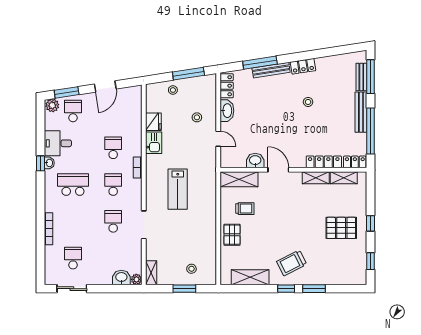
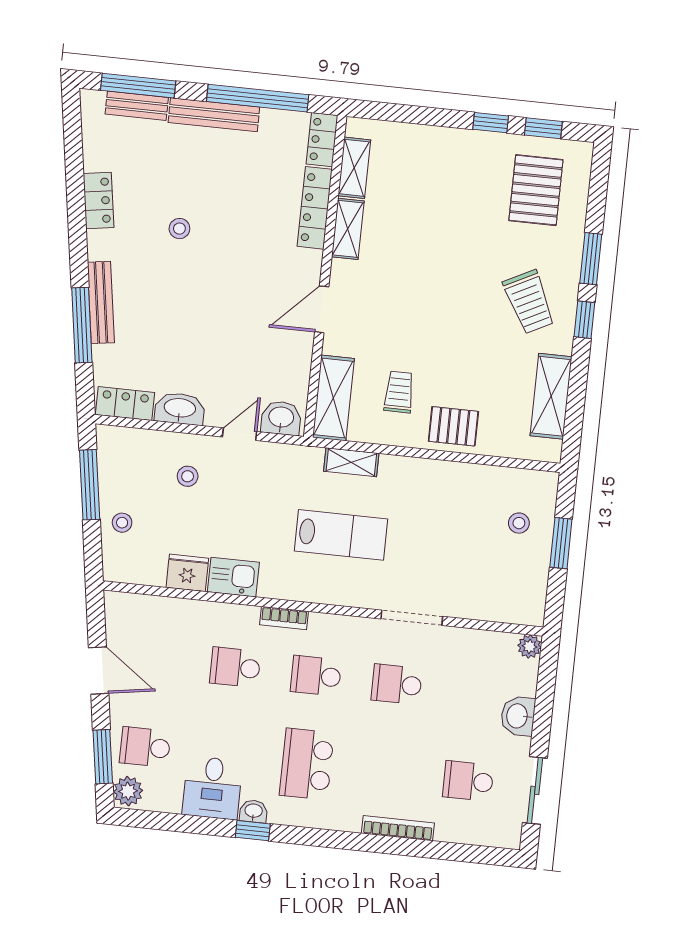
locker: (303, 66) -> (98, 200), moved
washbasin: (255, 161) -> (281, 418), moved, turned 90
window: (370, 223) -> (491, 123), moved
pallet: (341, 228) -> (536, 190), moved
shelving: (151, 273) -> (351, 462), moved
washbasin: (121, 277) -> (518, 716), moved

